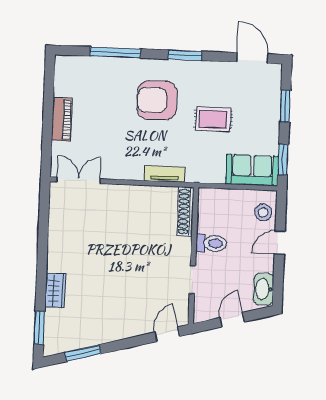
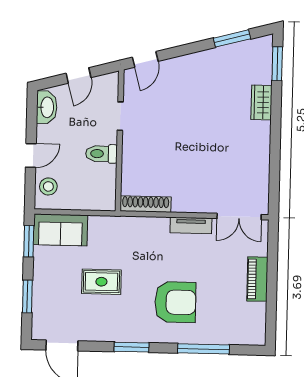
armchair: (157, 100) -> (175, 302), moved
tv unit: (165, 174) -> (191, 225), moved
shoe rack: (185, 211) -> (146, 204), moved, turned -90

